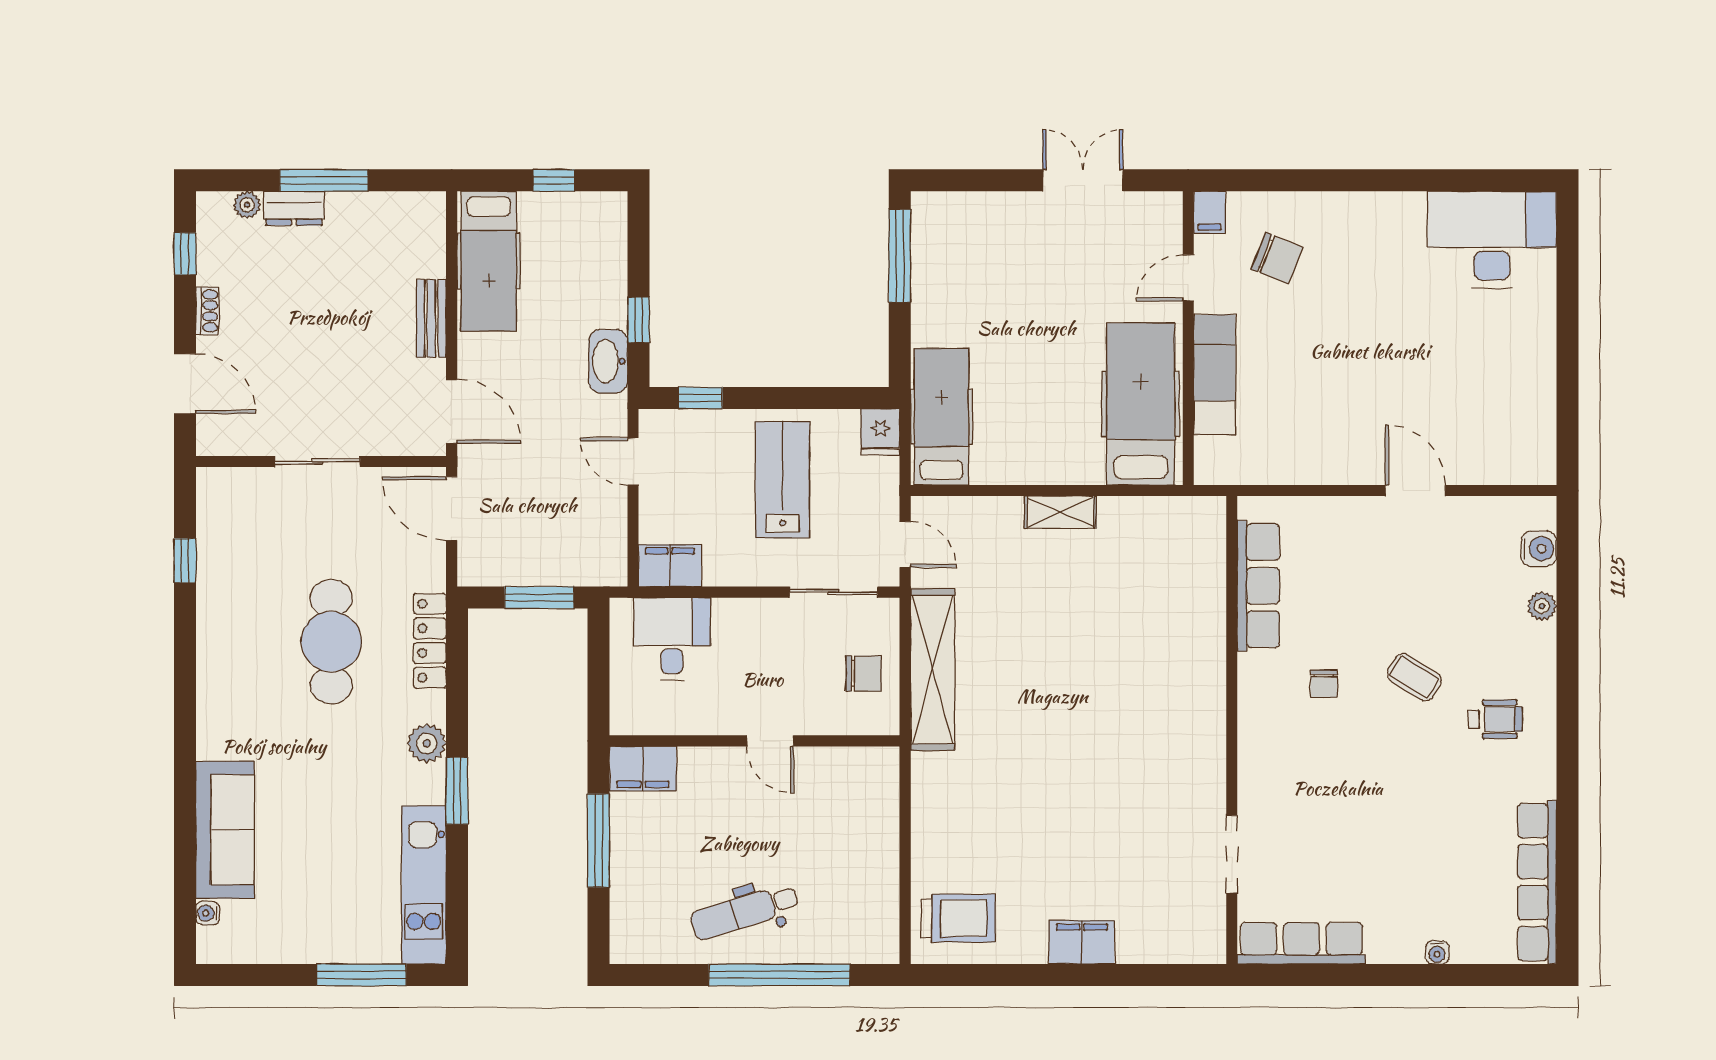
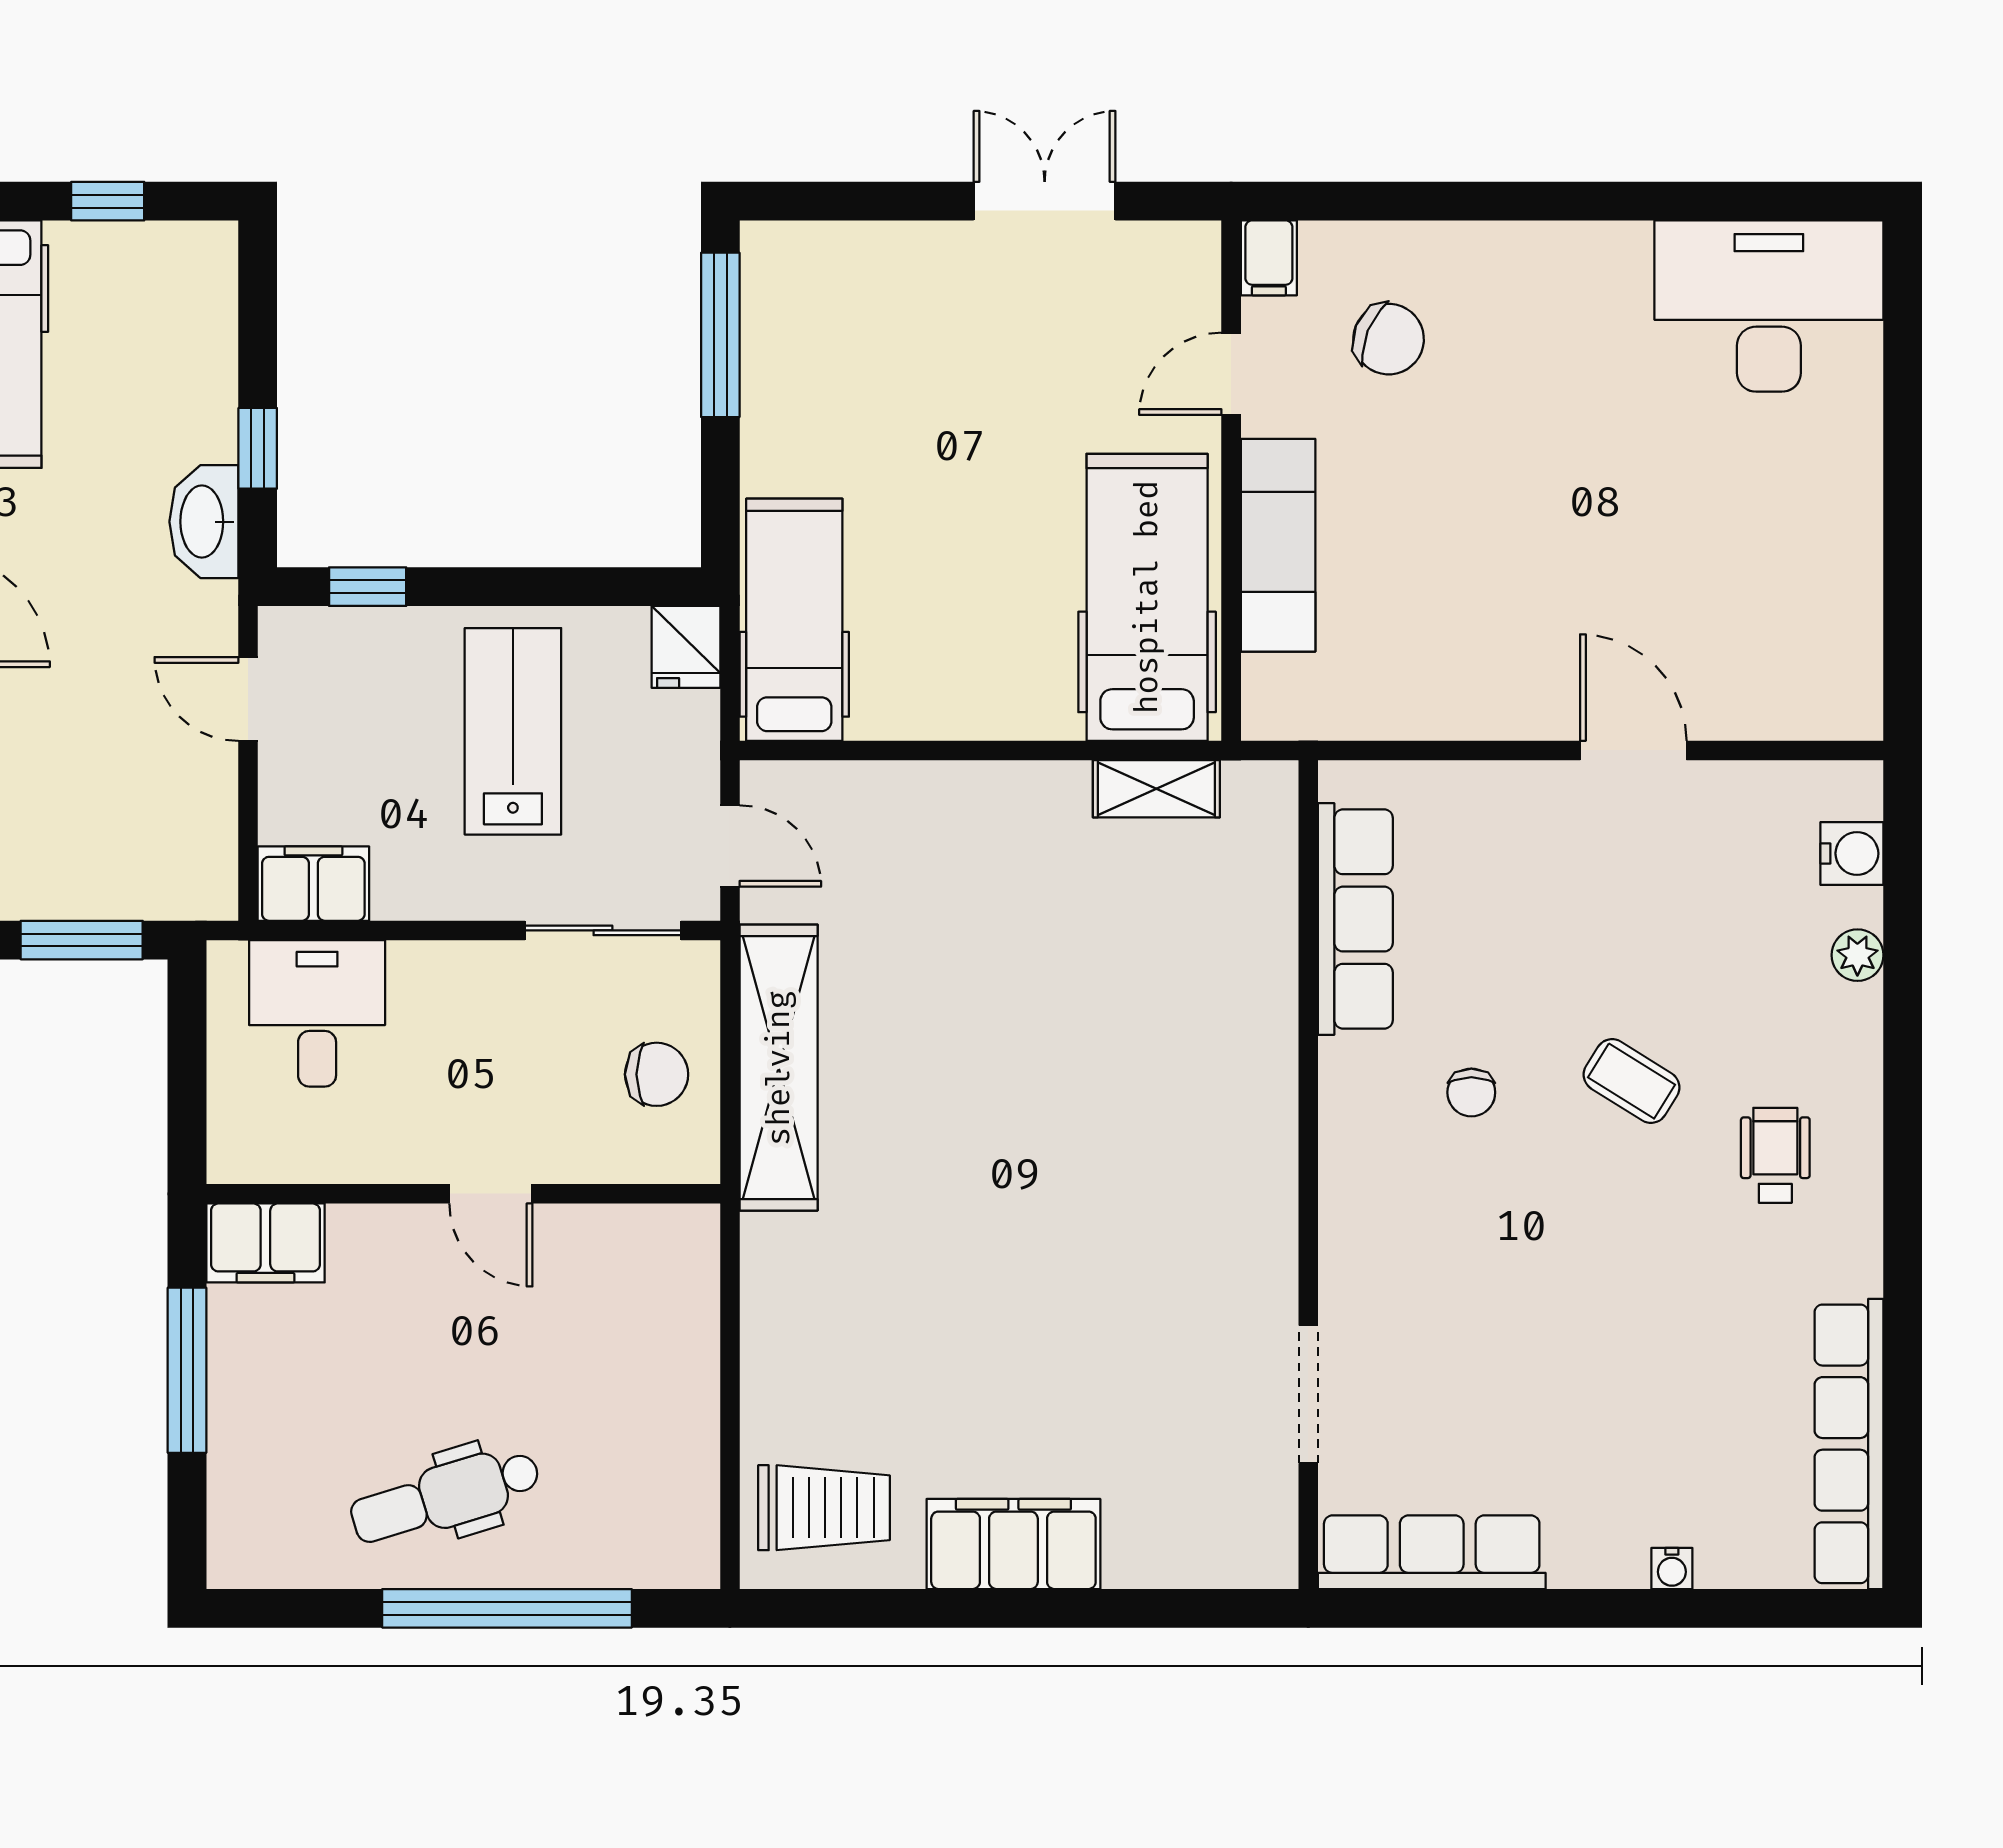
shelving: (1060, 512) -> (1156, 789), moved
wheelchair: (1496, 719) -> (1775, 1155), turned -90
filing cabinet: (1082, 942) -> (1013, 1544), width x1.50, depth x1.17

